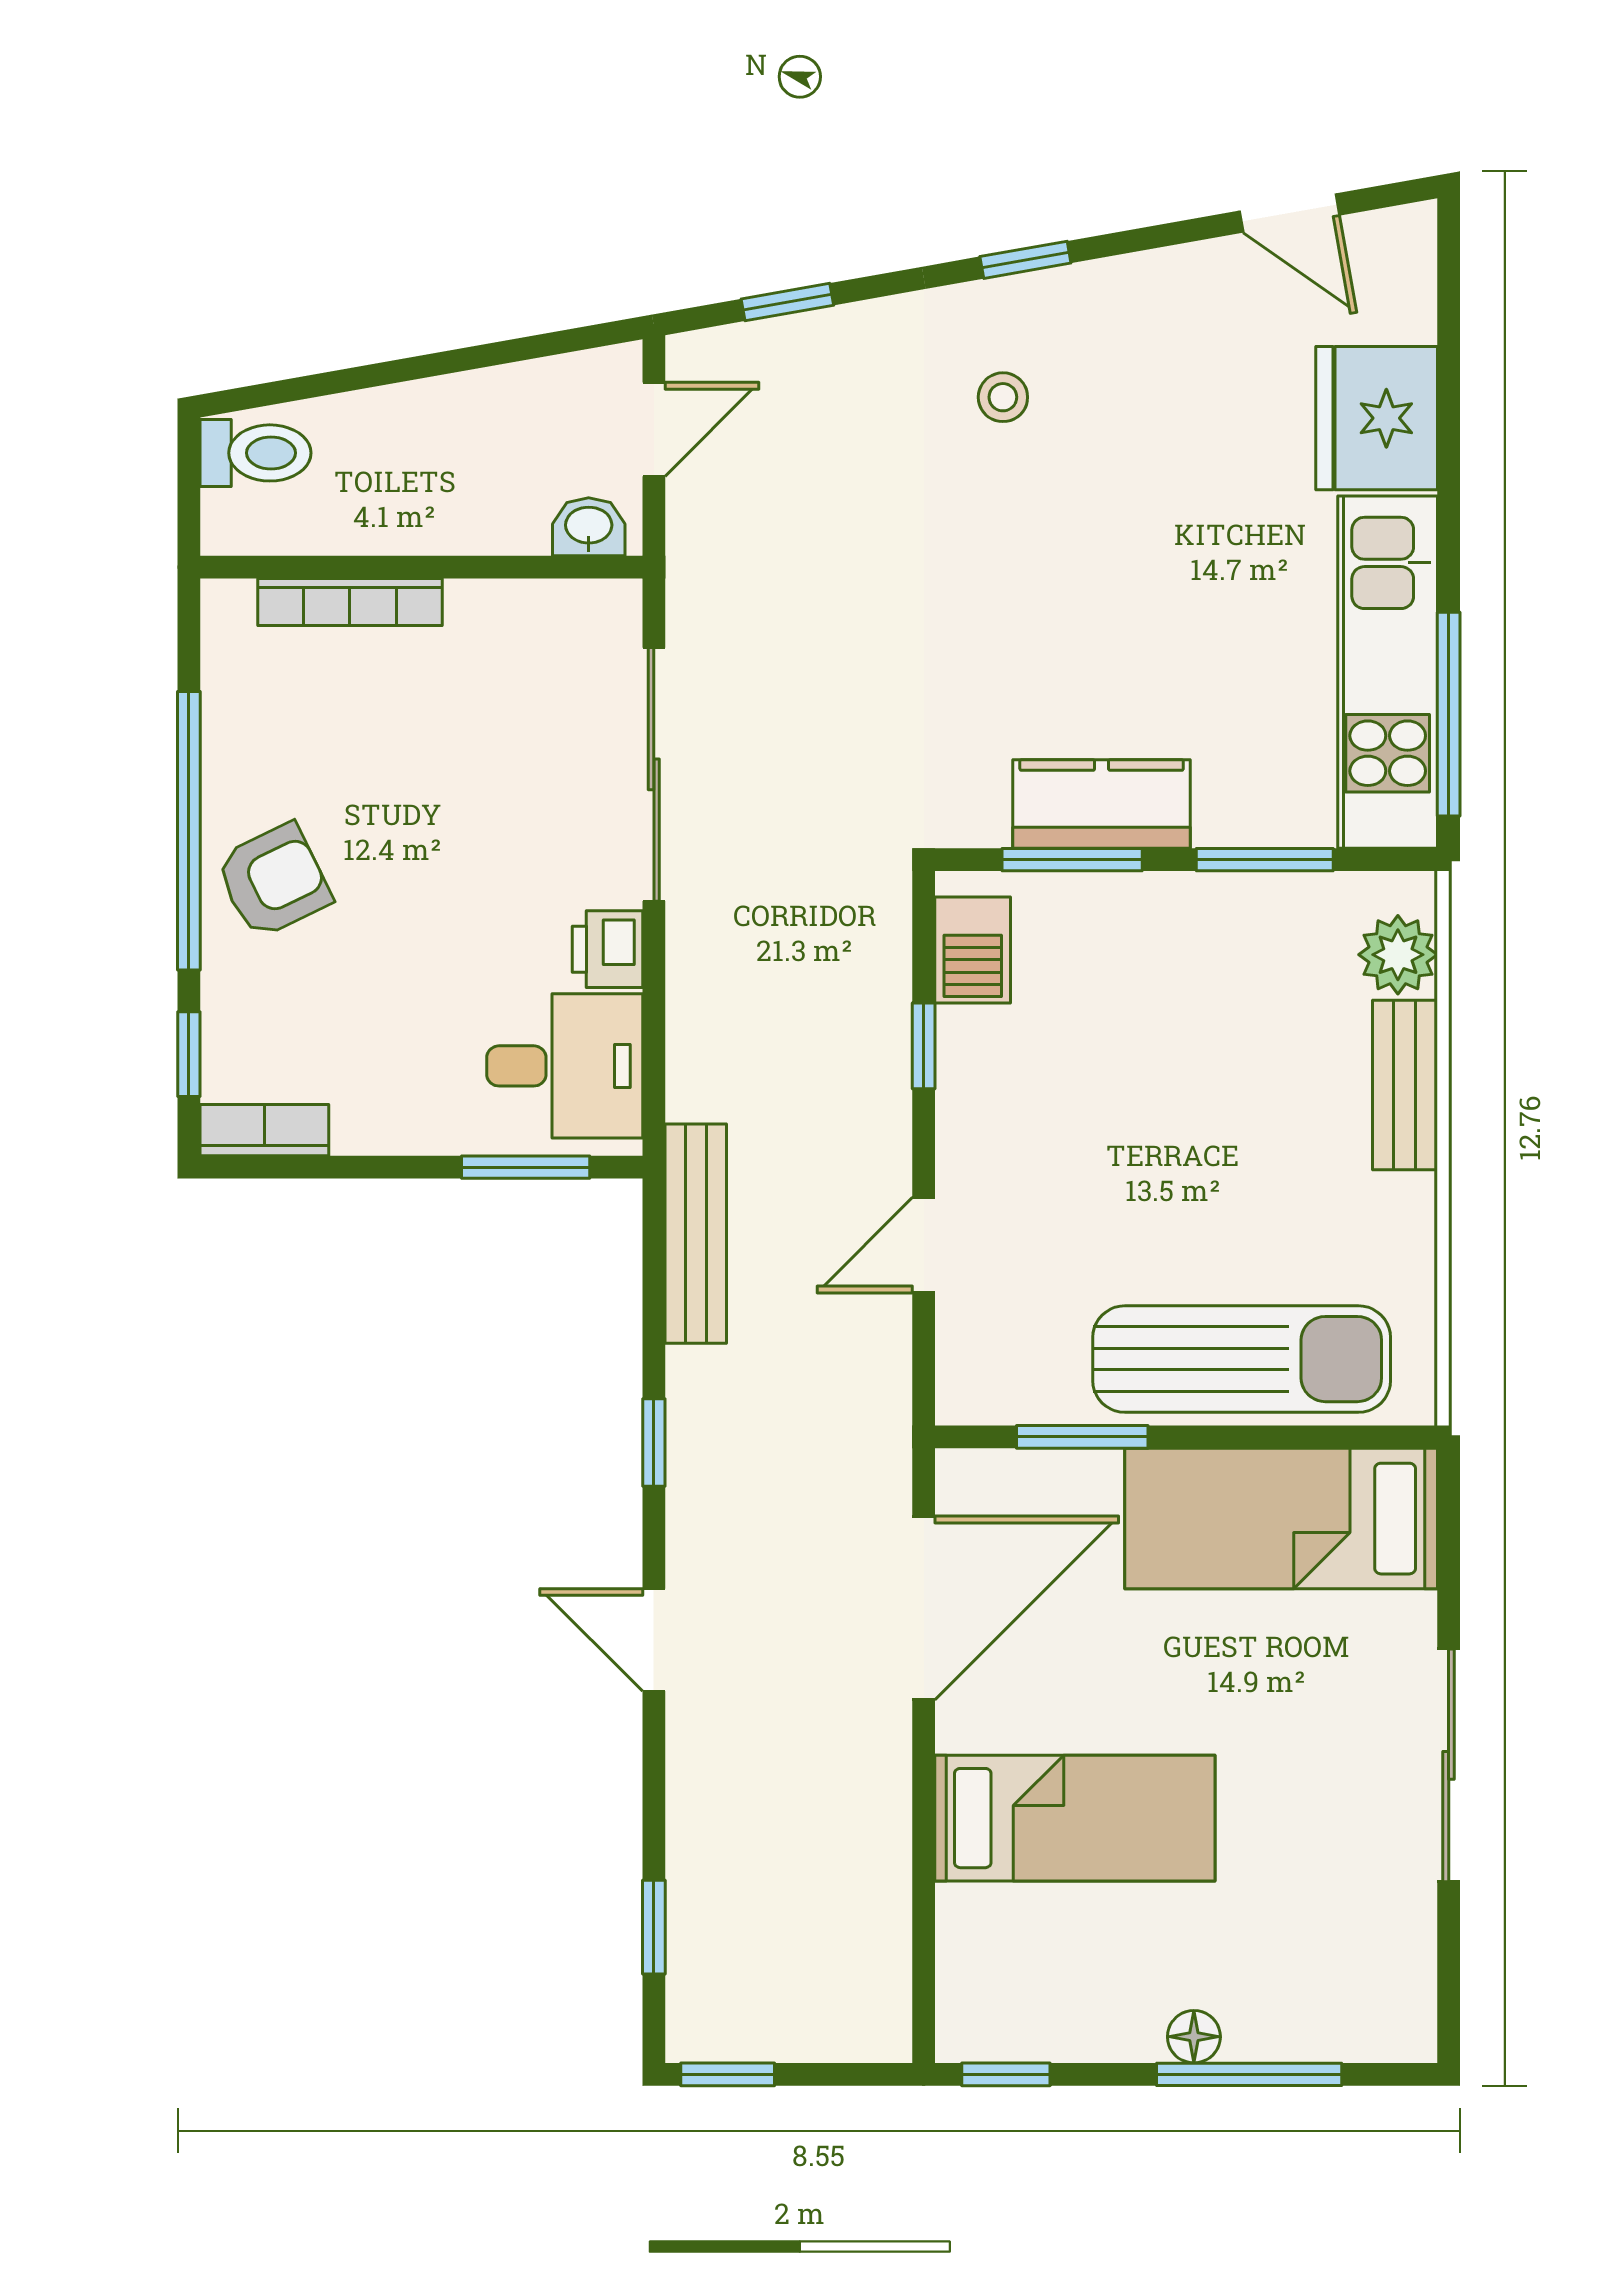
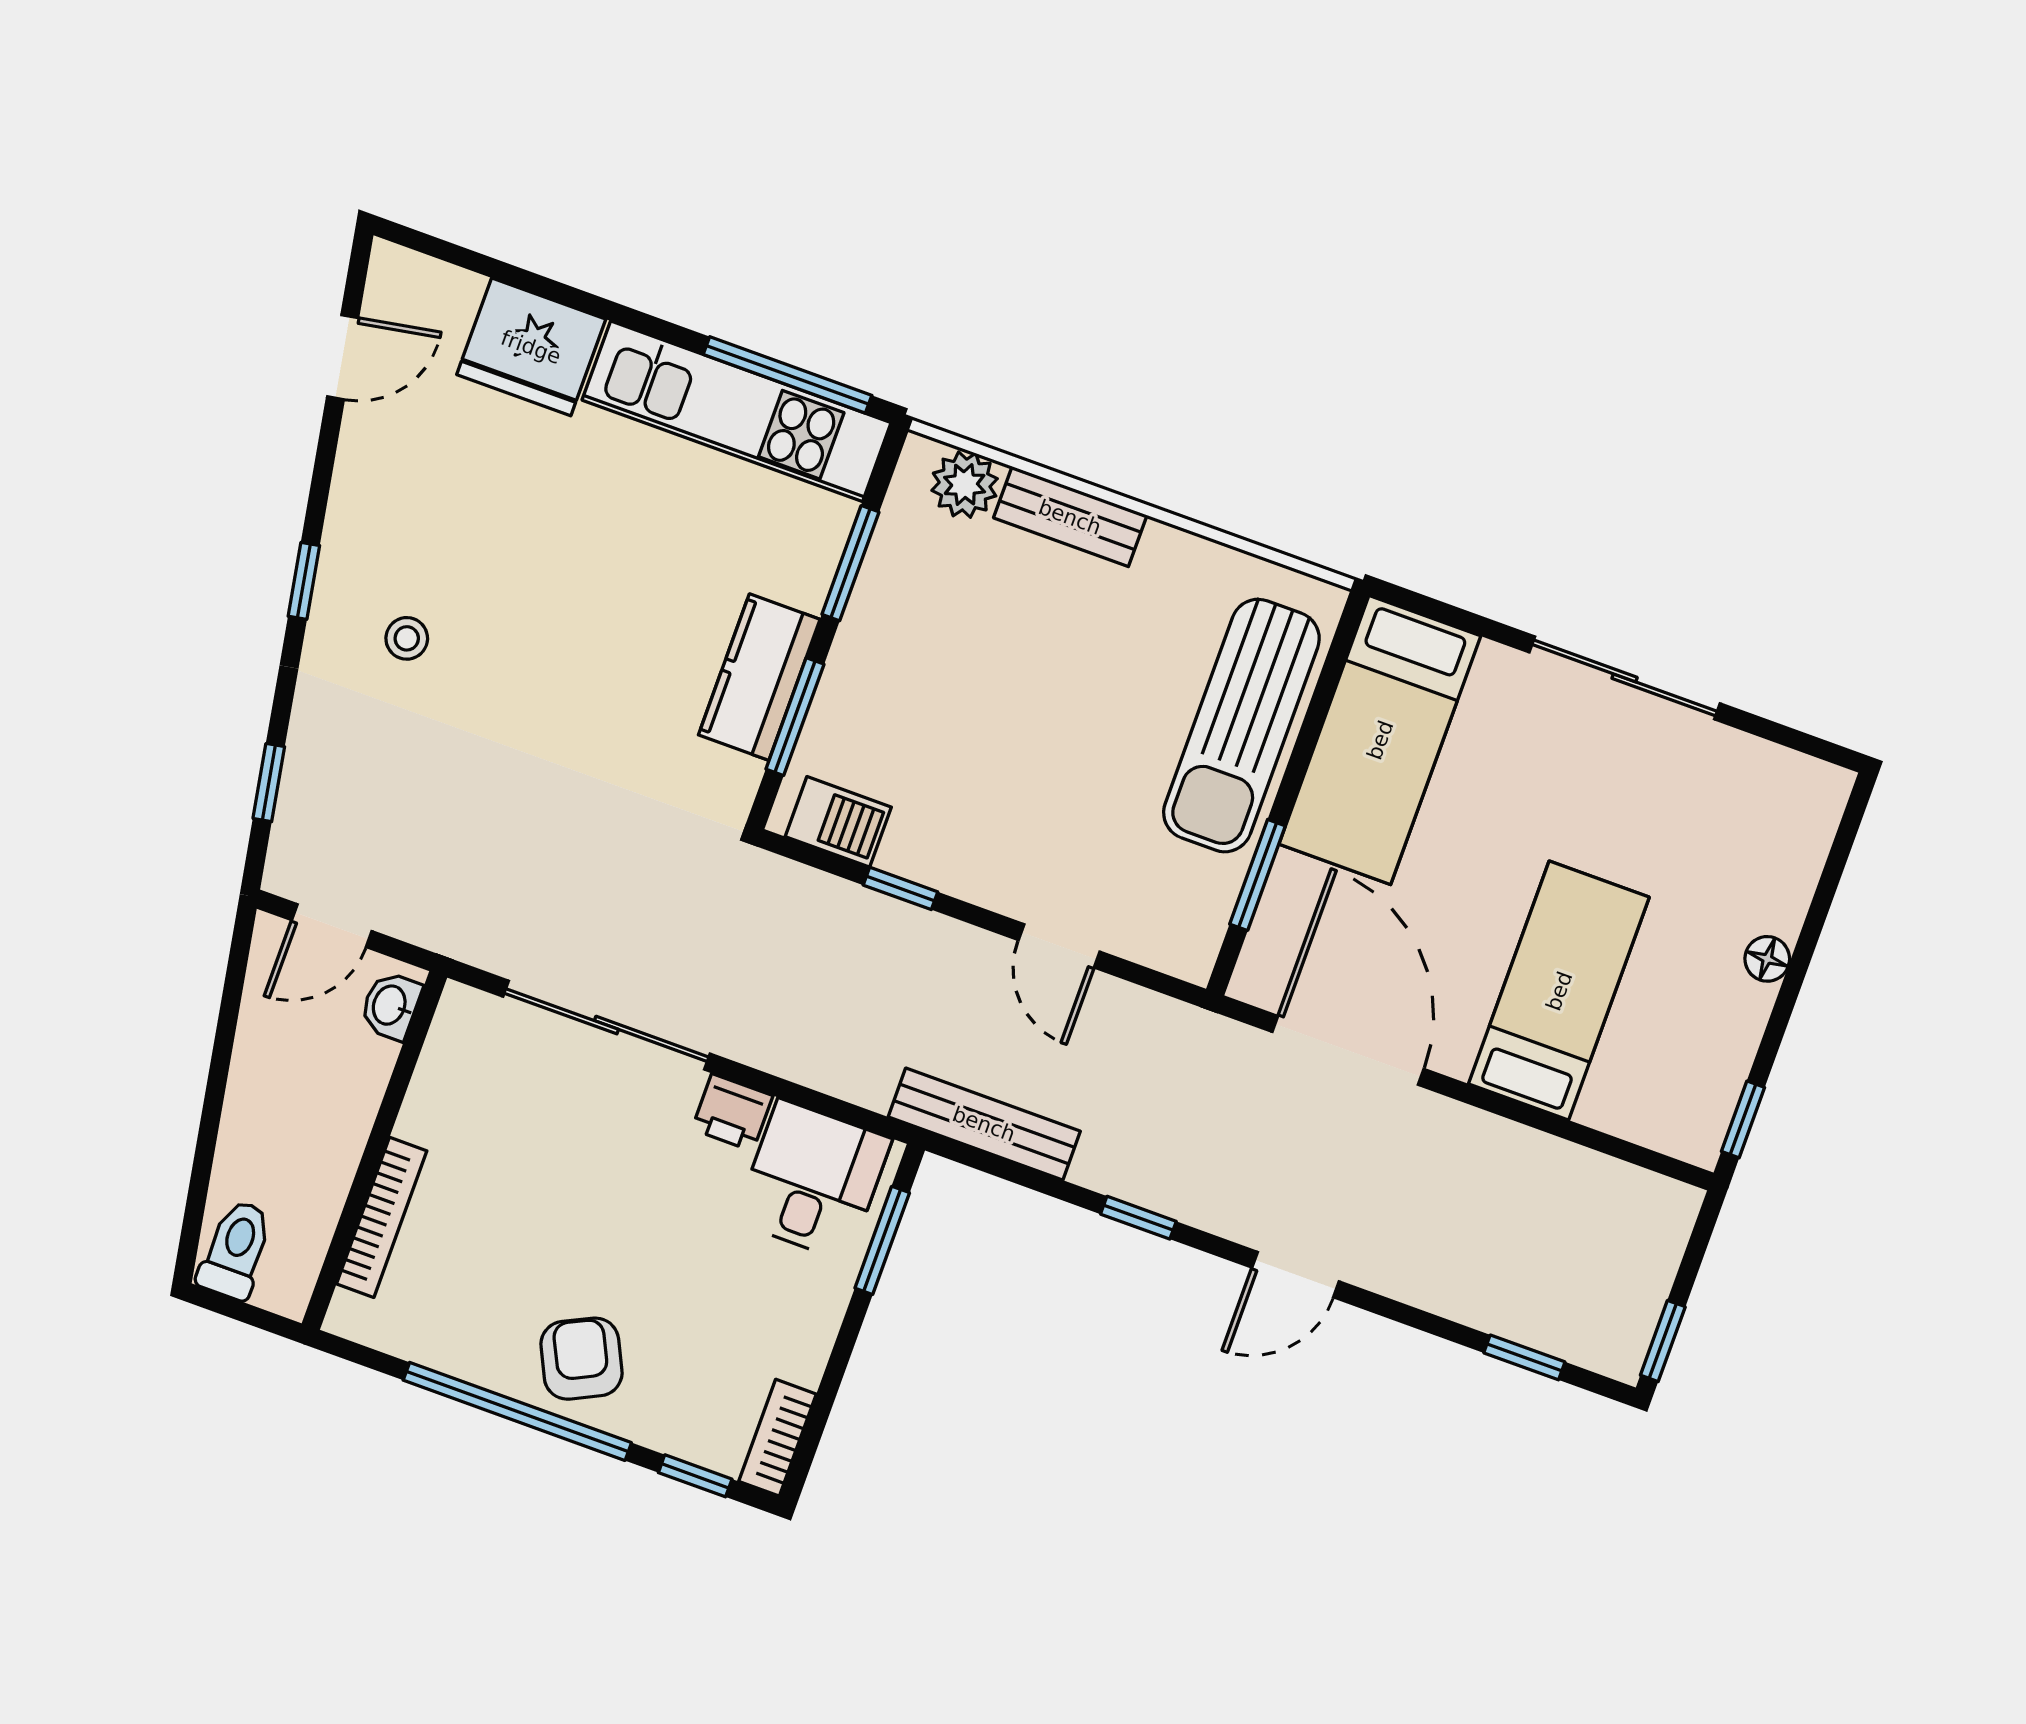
door: (654, 429) -> (332, 926), swing flipped
sun lounger: (1242, 1359) -> (1241, 726), turned 180
window: (1249, 2074) -> (1813, 926), removed

